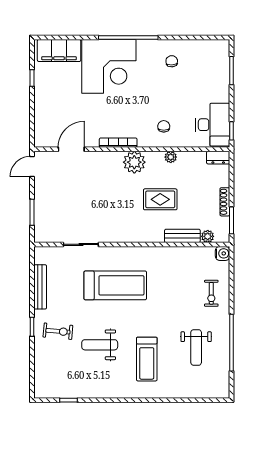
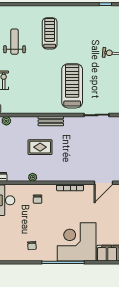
plant: (134, 162) -> (59, 174), removed
bench: (182, 236) -> (51, 121), moved
treadmill: (115, 285) -> (72, 86), turned 90
weight bench: (100, 345) -> (83, 43), removed

